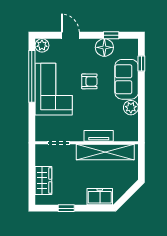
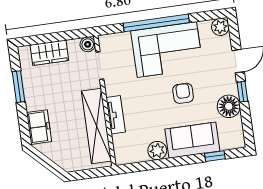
window: (111, 35) -> (242, 92), moved
window: (32, 76) -> (156, 23), moved
armchair: (89, 81) -> (183, 93), turned 180
boiler: (41, 150) -> (88, 44), added
window: (66, 208) -> (18, 87), width x1.50

